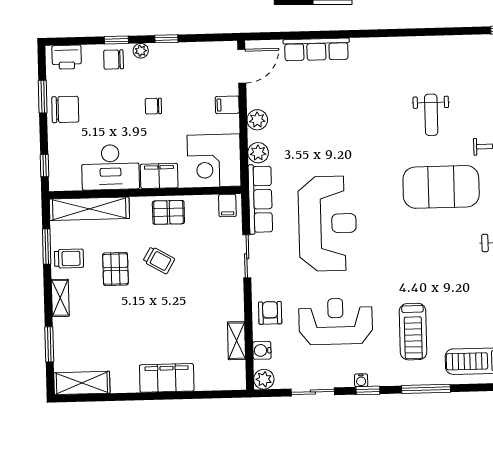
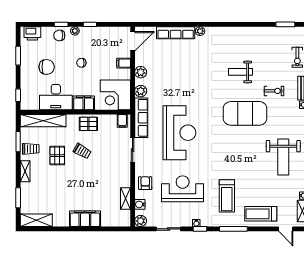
plant: (359, 46) -> (200, 31), added
chair: (65, 109) -> (47, 67), moved
weight bench: (431, 115) -> (240, 72), turned 90

